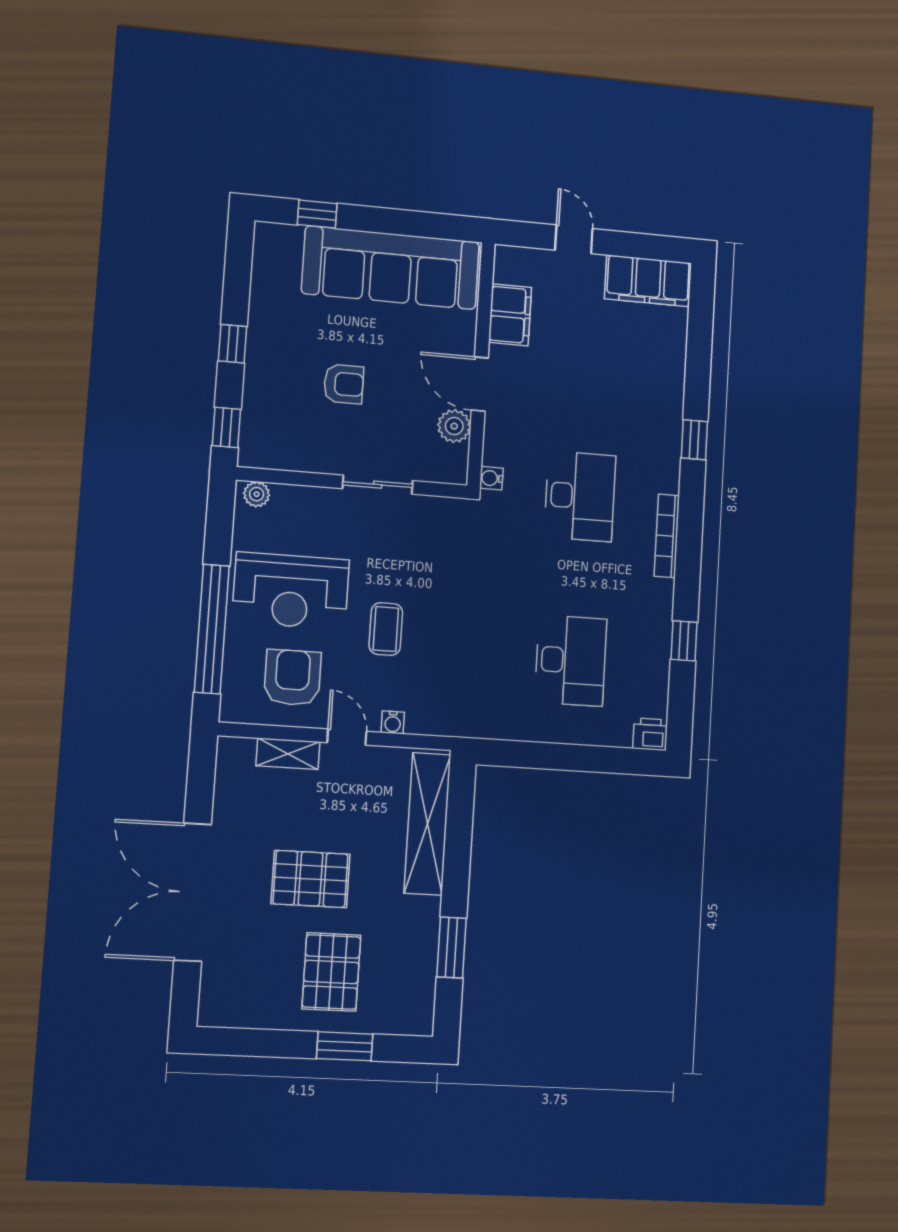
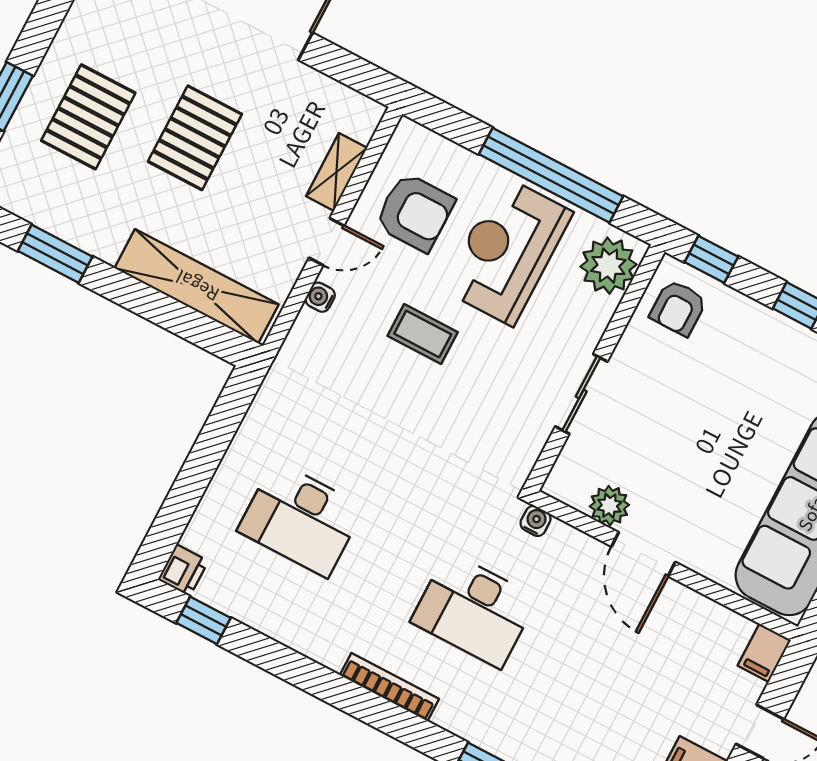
filing cabinet: (510, 315) -> (764, 653), moved, width x0.50
armchair: (344, 384) -> (678, 308), moved
door: (480, 384) -> (643, 554), swing flipped
plant: (257, 494) -> (608, 266), width x1.87, depth x1.87
window: (212, 629) -> (551, 175), moved
window: (684, 641) -> (203, 620), moved
pallet: (331, 972) -> (88, 117), turned 90

